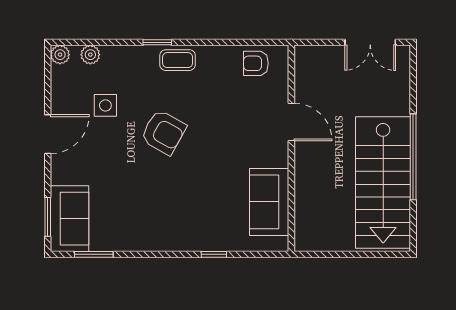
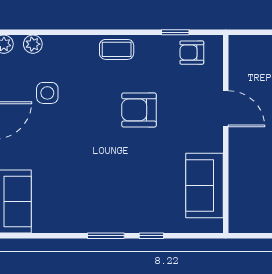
window: (157, 42) -> (175, 32), moved
armchair: (163, 132) -> (139, 110), moved, turned 151
window: (94, 254) -> (106, 236), moved

